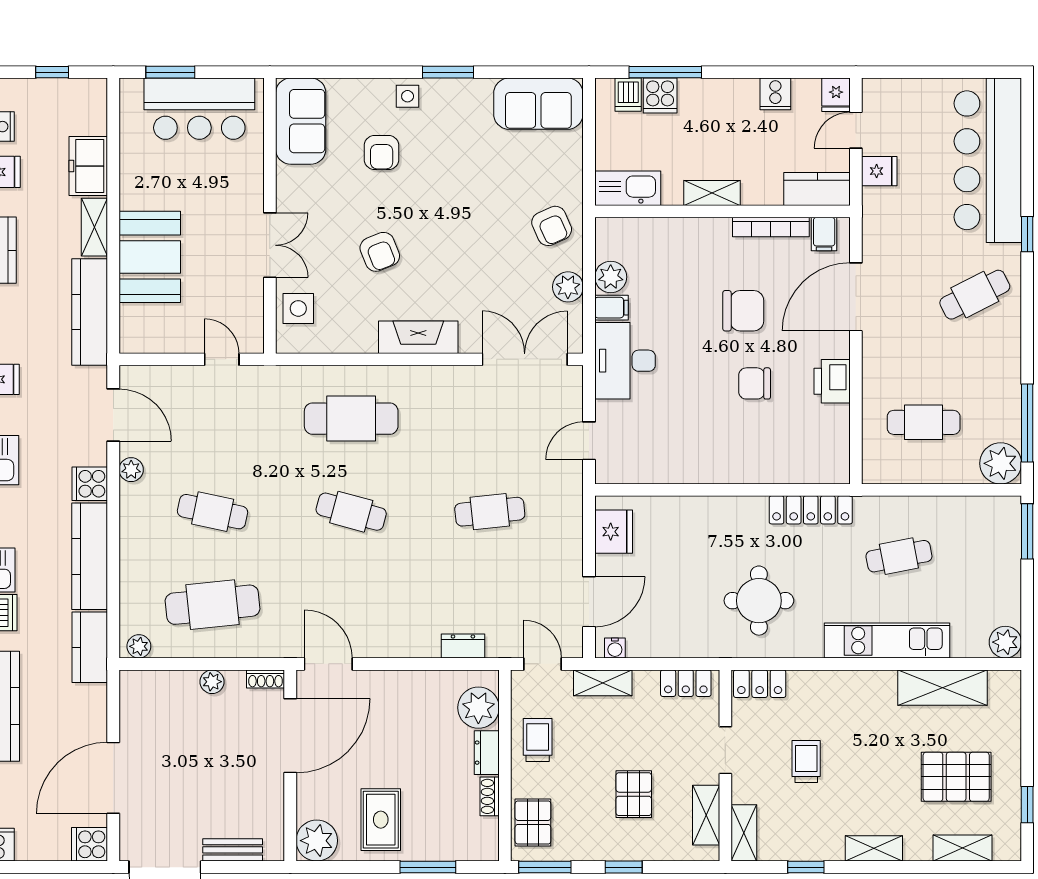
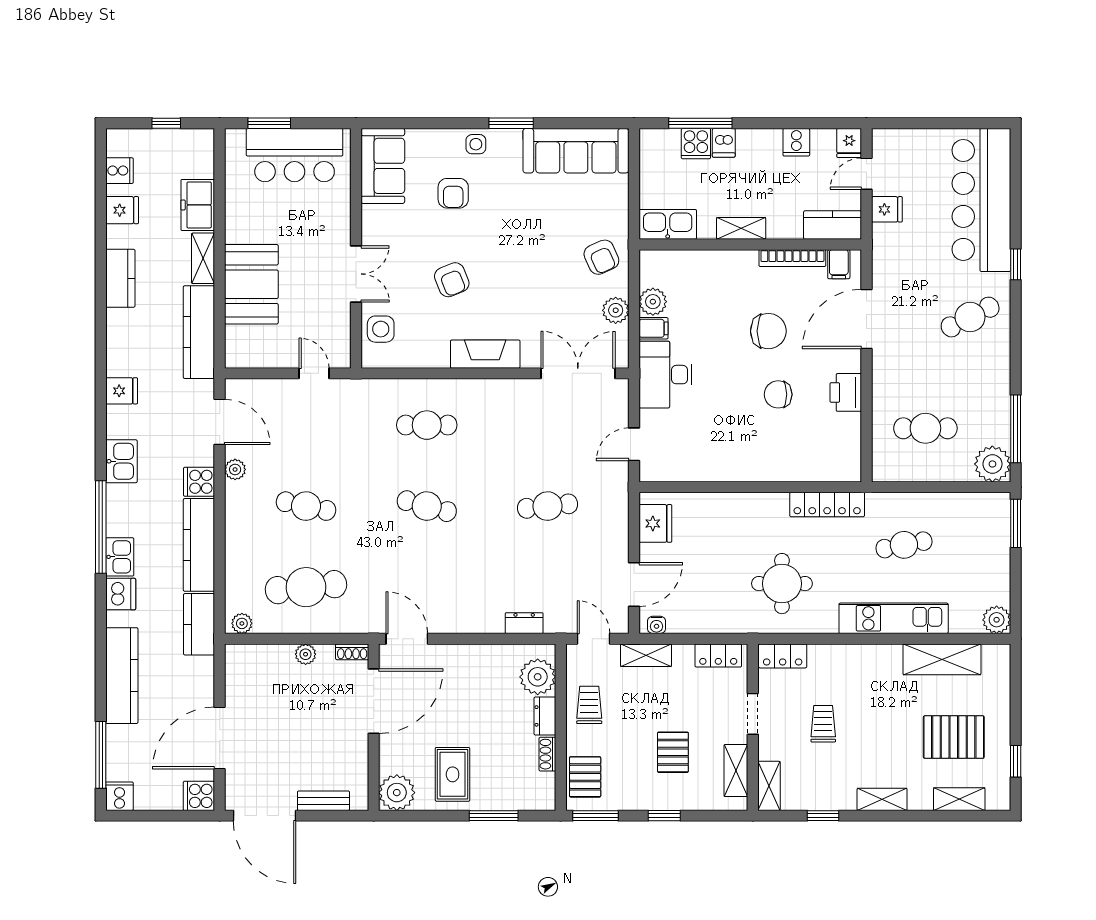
dishwasher: (628, 95) -> (724, 143), moved
sofa: (538, 104) -> (576, 151), width x1.36
cafe table: (351, 419) -> (427, 425), width x0.73, depth x0.74

